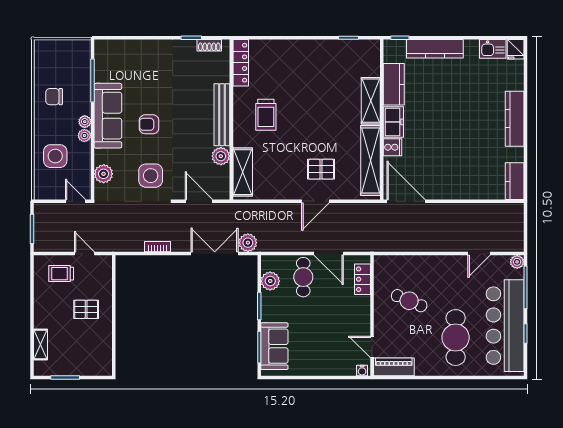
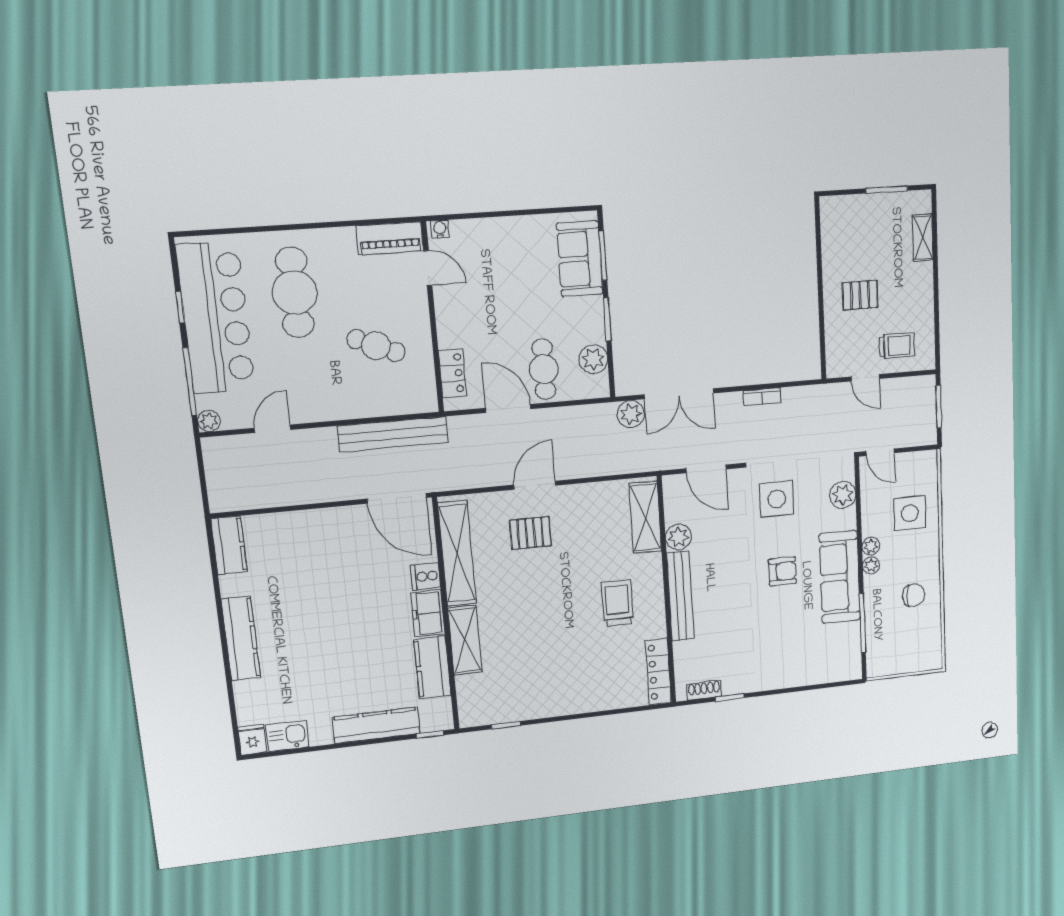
bench: (404, 243) -> (393, 434), added

